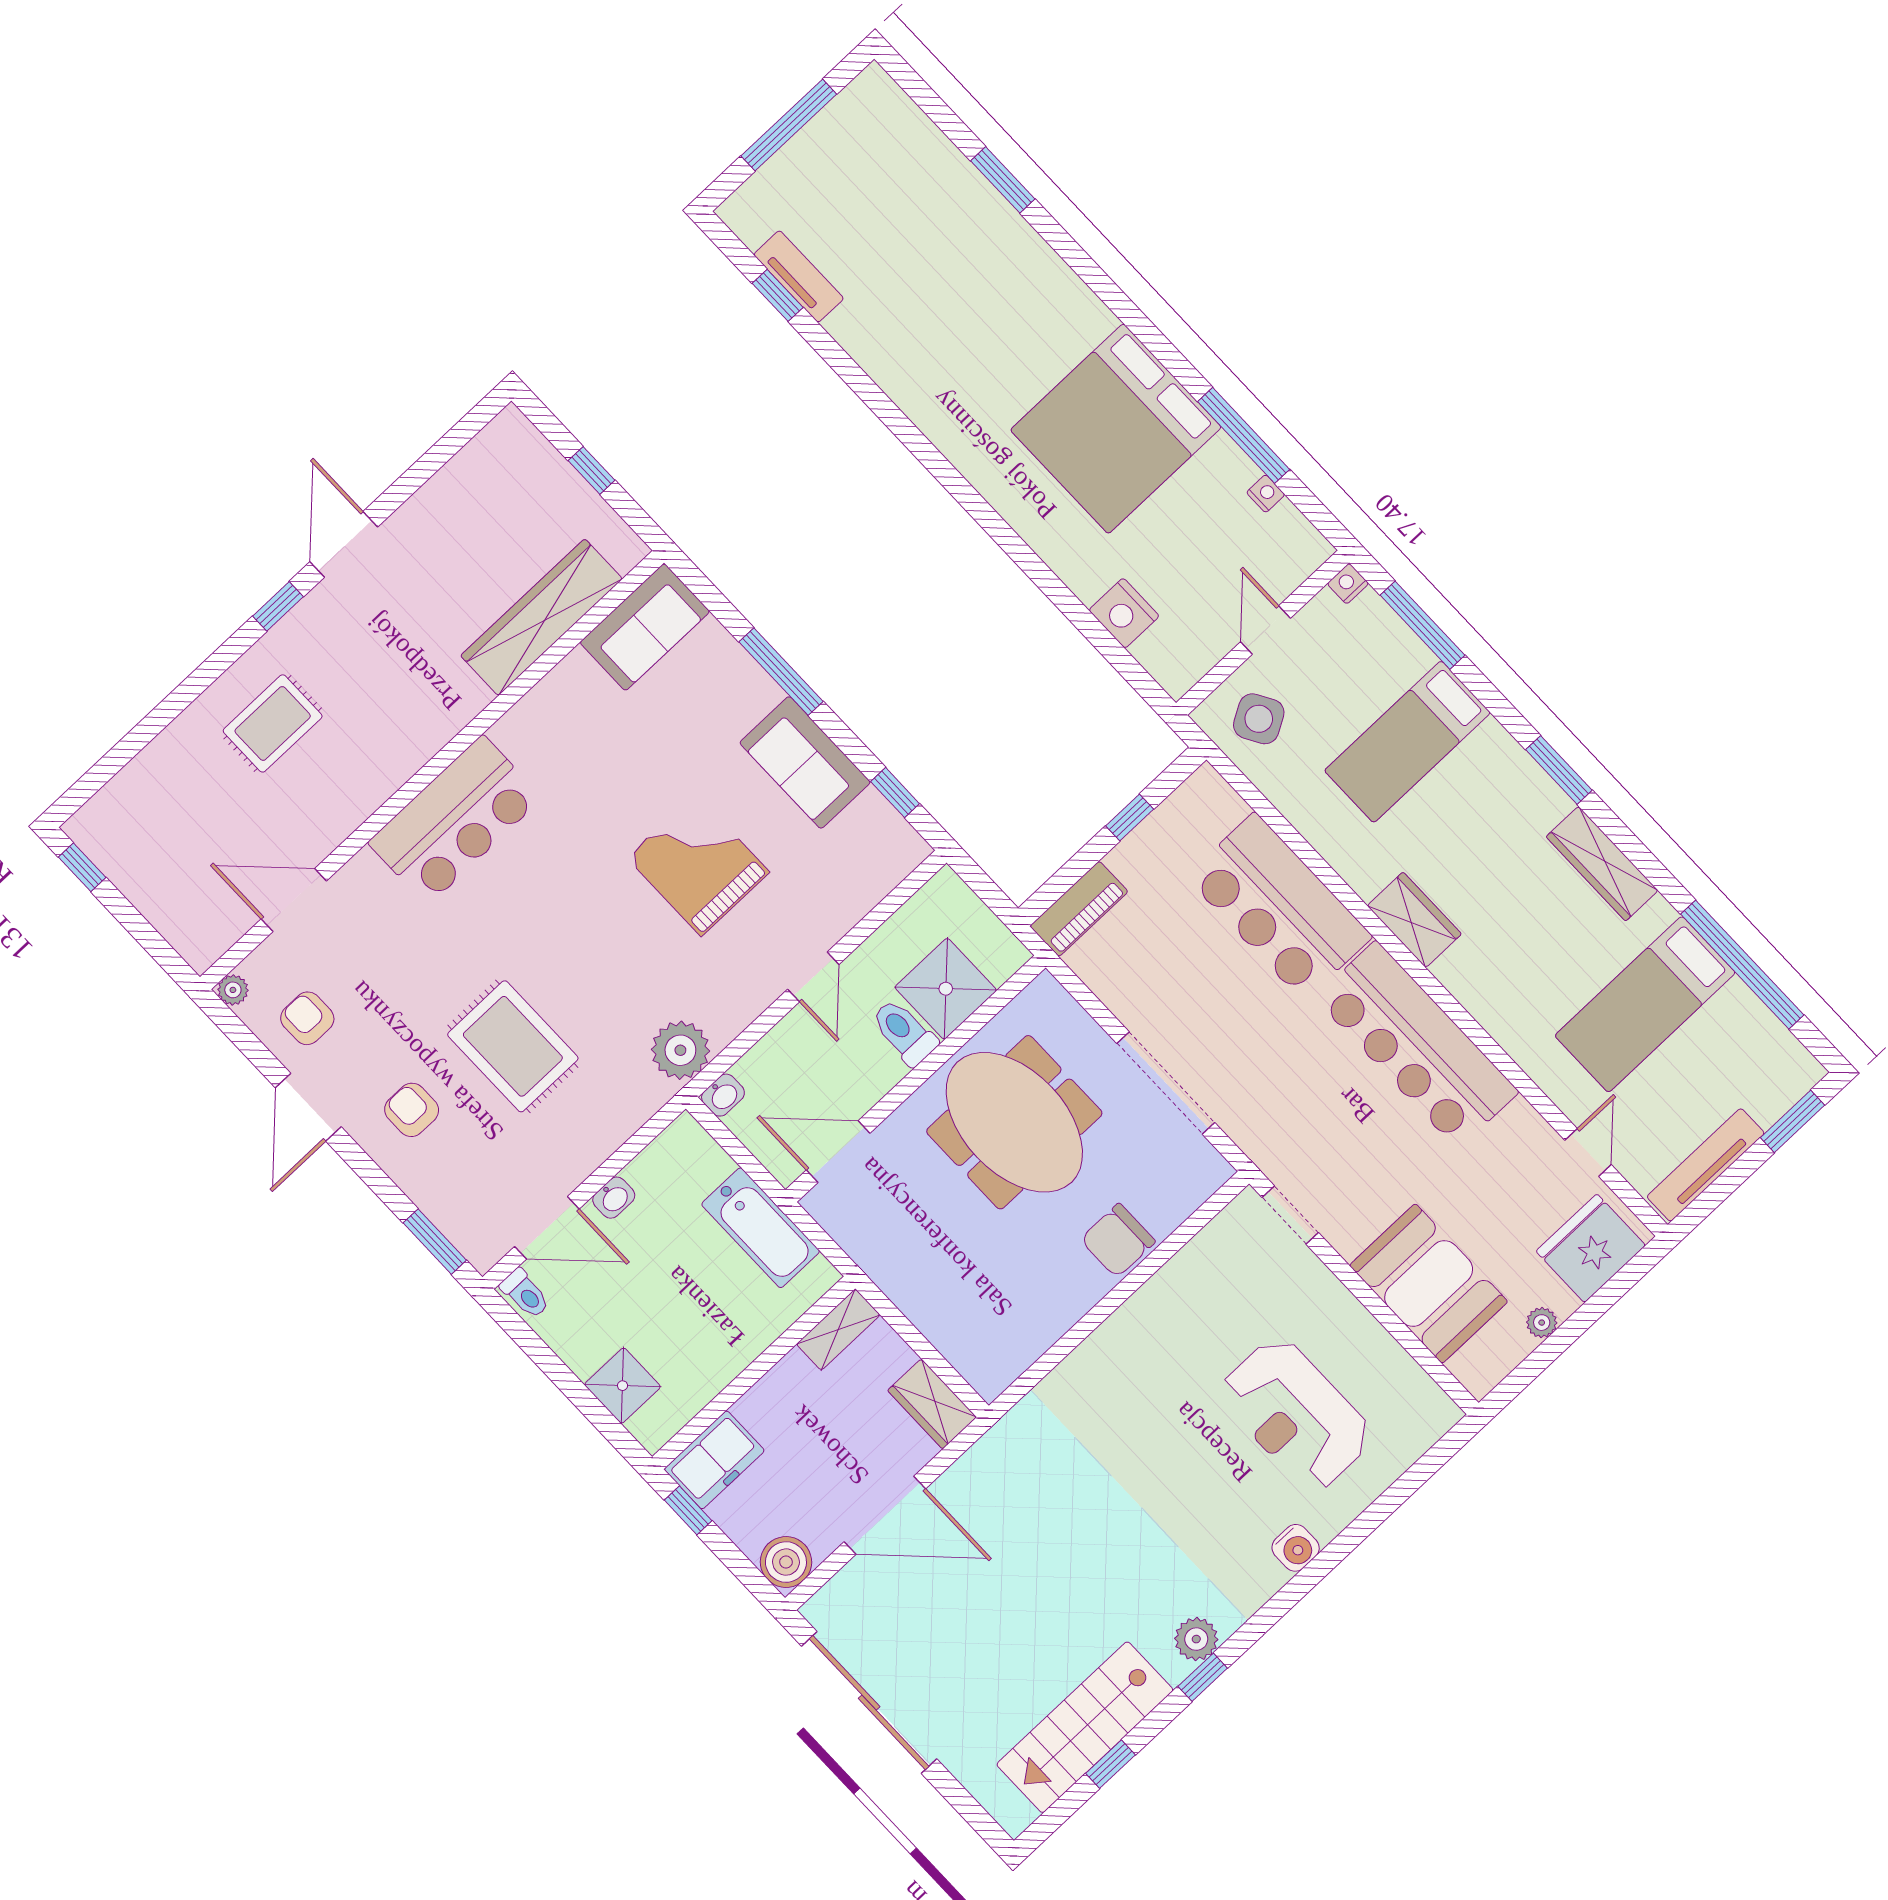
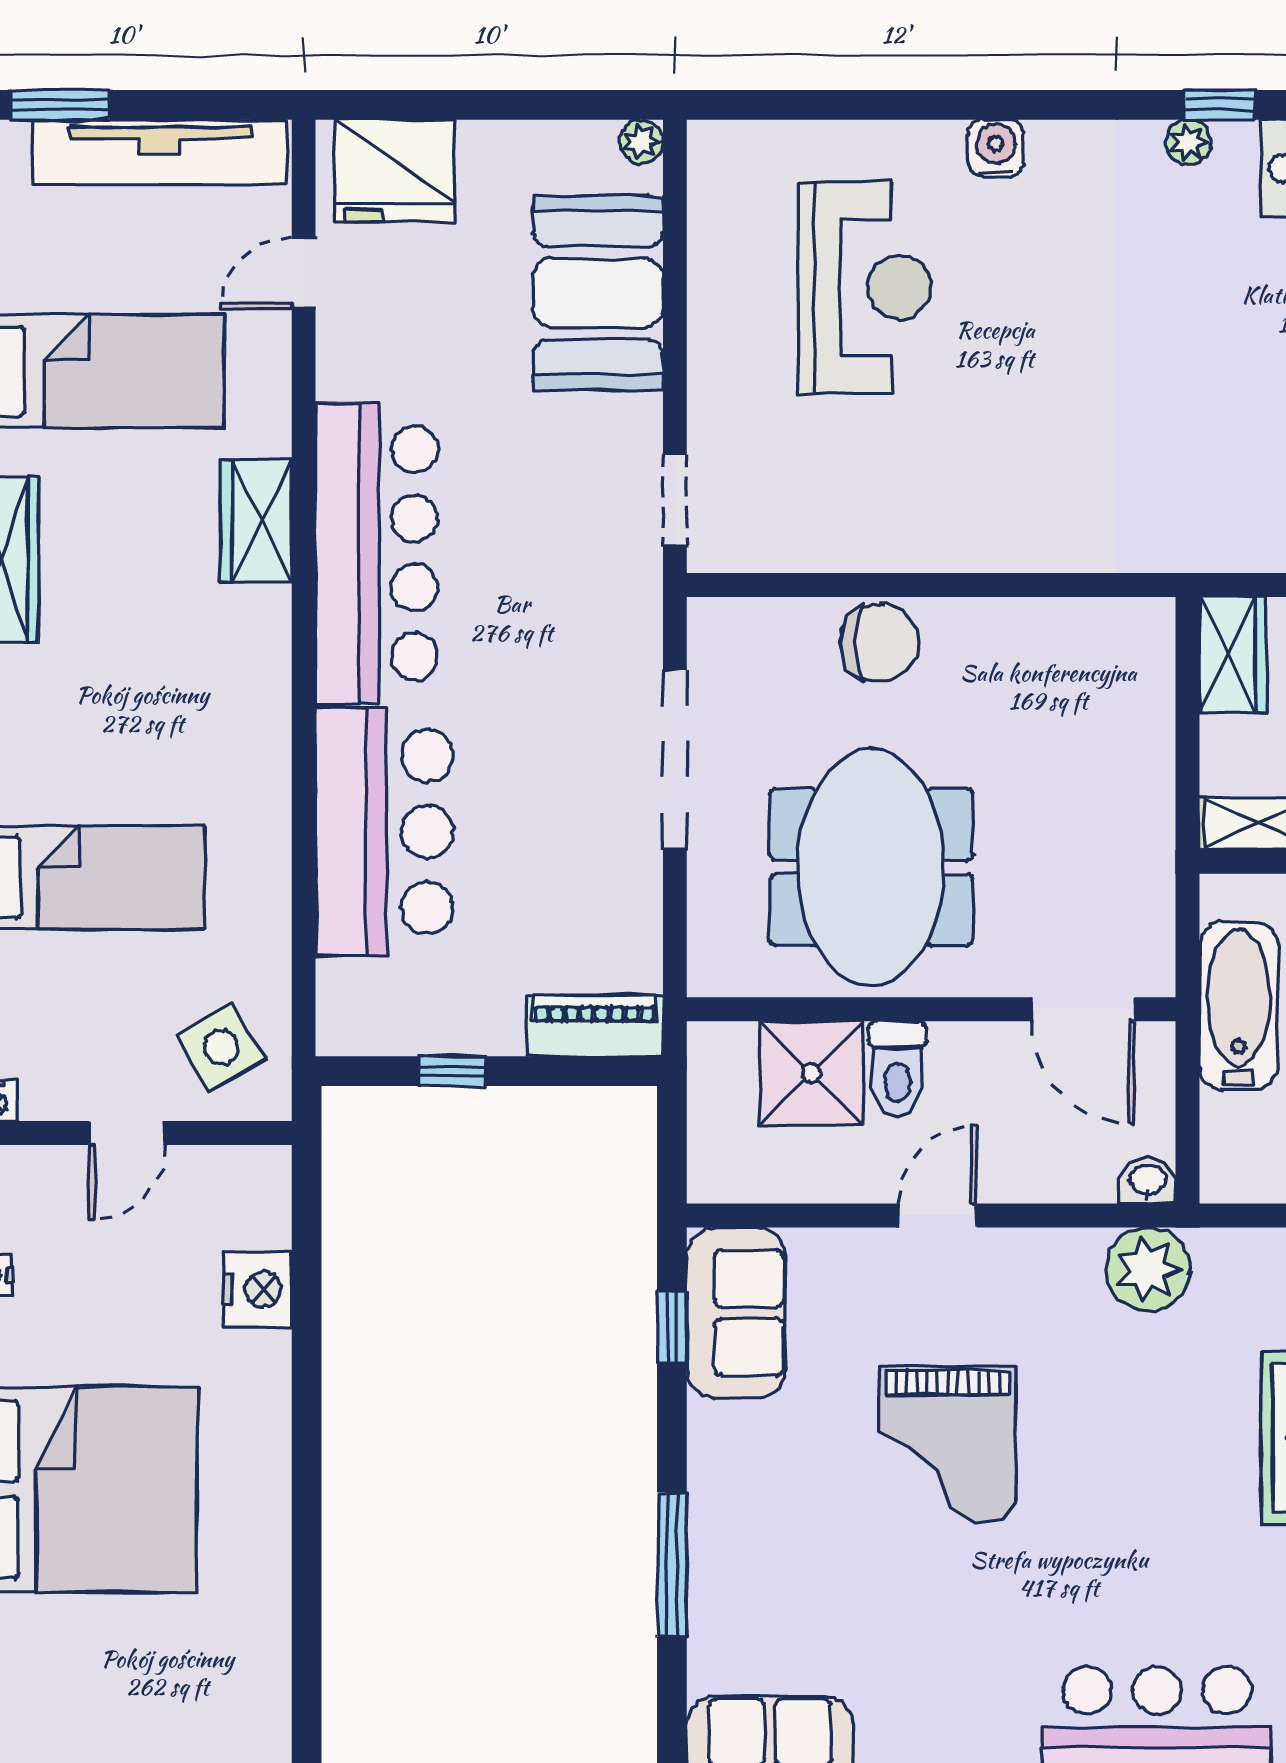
sofa: (805, 762) -> (736, 1313), moved
wardrobe: (1414, 920) -> (256, 521), moved
tv unit: (1706, 1165) -> (160, 152), width x1.36, depth x1.29
plant: (1542, 1323) -> (641, 141), moved
plant: (1196, 1639) -> (1189, 142), width x0.73, depth x0.73

